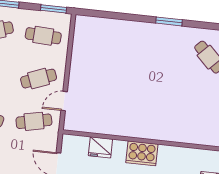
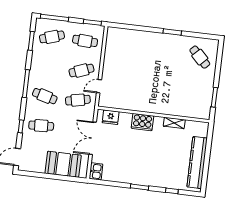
fridge: (100, 147) -> (111, 117), moved
cooker: (142, 153) -> (142, 122), moved
shelving: (173, 153) -> (174, 123), added

